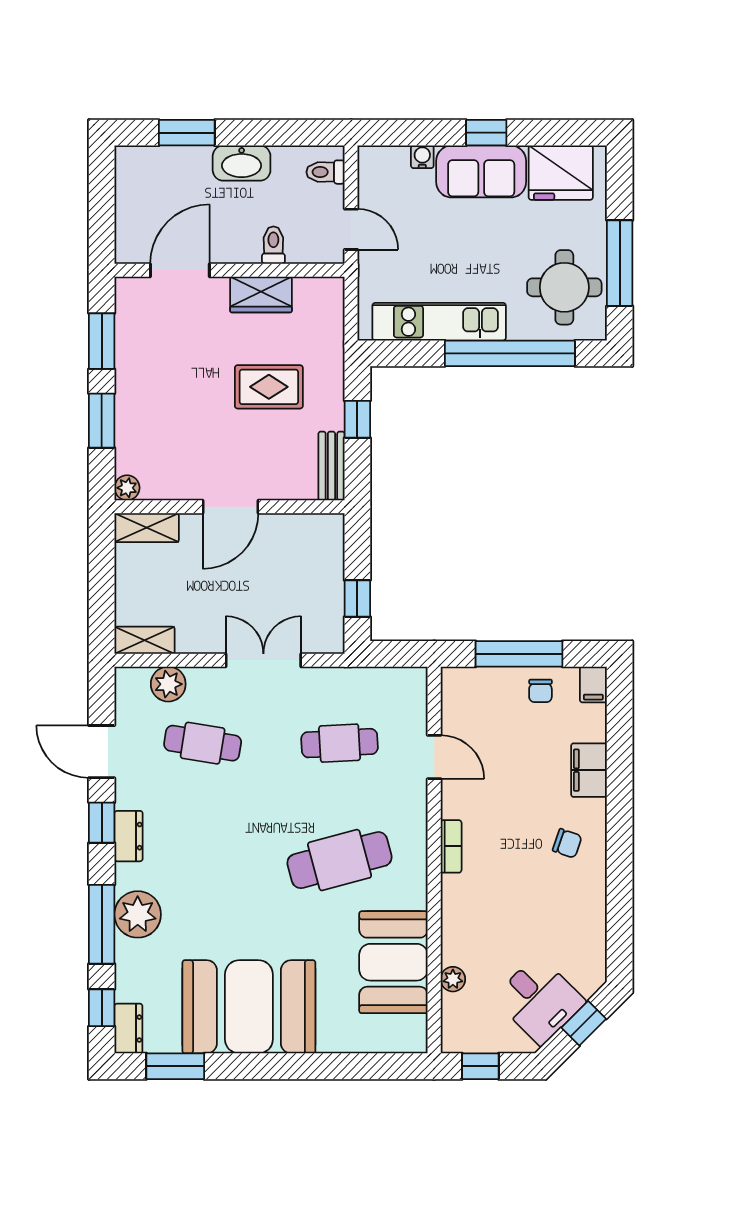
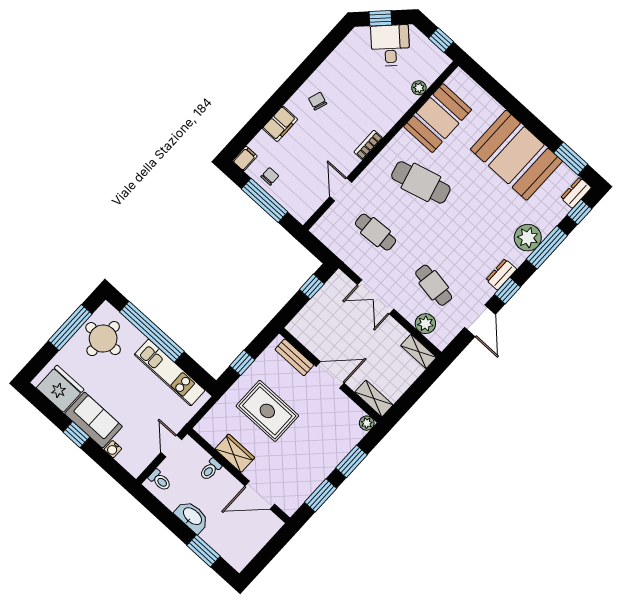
rug: (269, 387) -> (267, 411), width x1.36, depth x1.43
bench: (331, 466) -> (294, 357), moved, turned 90

